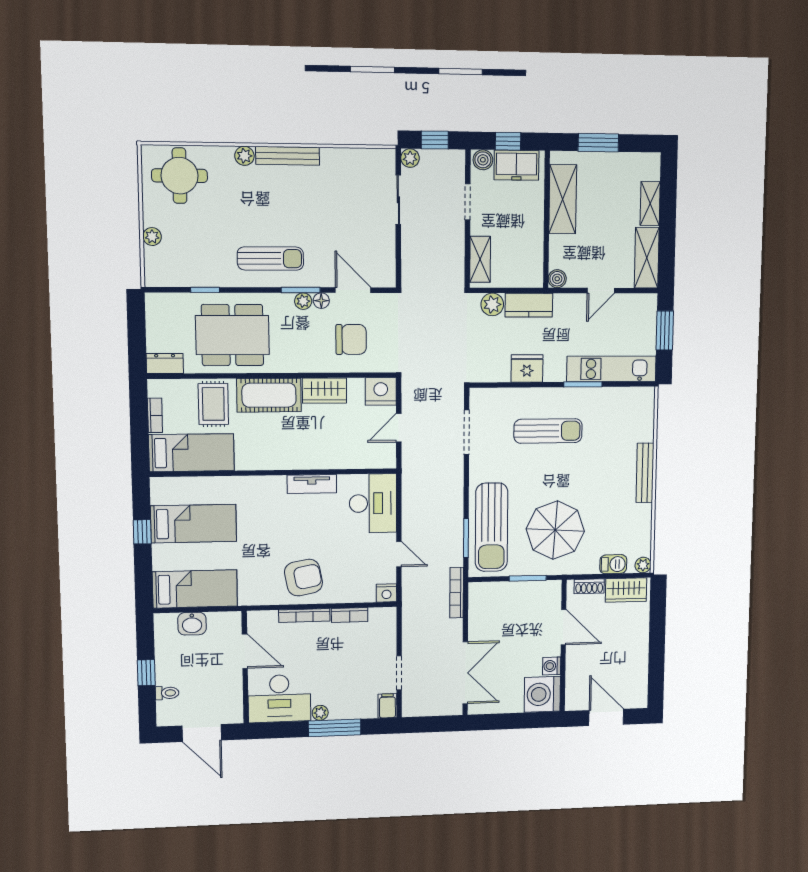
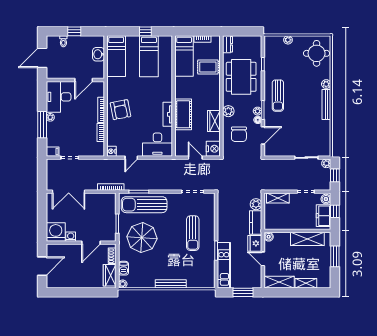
plant: (304, 361) -> (228, 111), added
fridge: (527, 368) -> (255, 243), moved, turned 180
cot: (269, 395) -> (183, 114), moved

